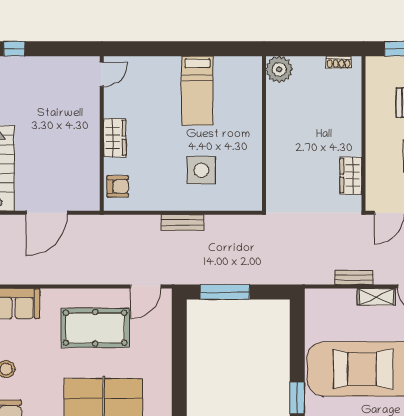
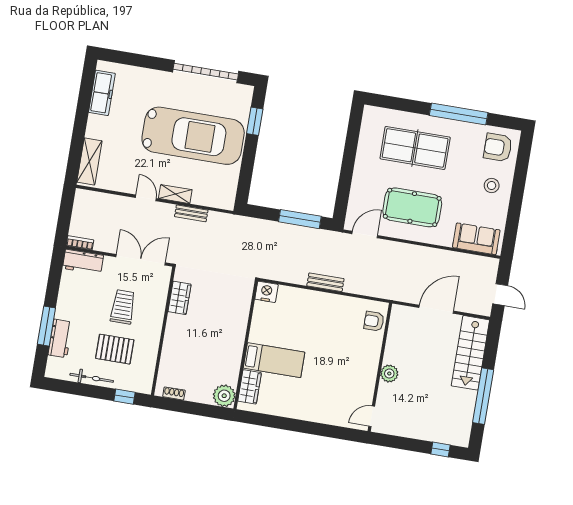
bed: (197, 91) -> (274, 360), moved, turned 90
plant: (89, 128) -> (389, 374), added
wardrobe: (115, 138) -> (250, 387), moved, turned 180
side table: (201, 170) -> (303, 323), removed
nightstand: (250, 200) -> (266, 292), added

